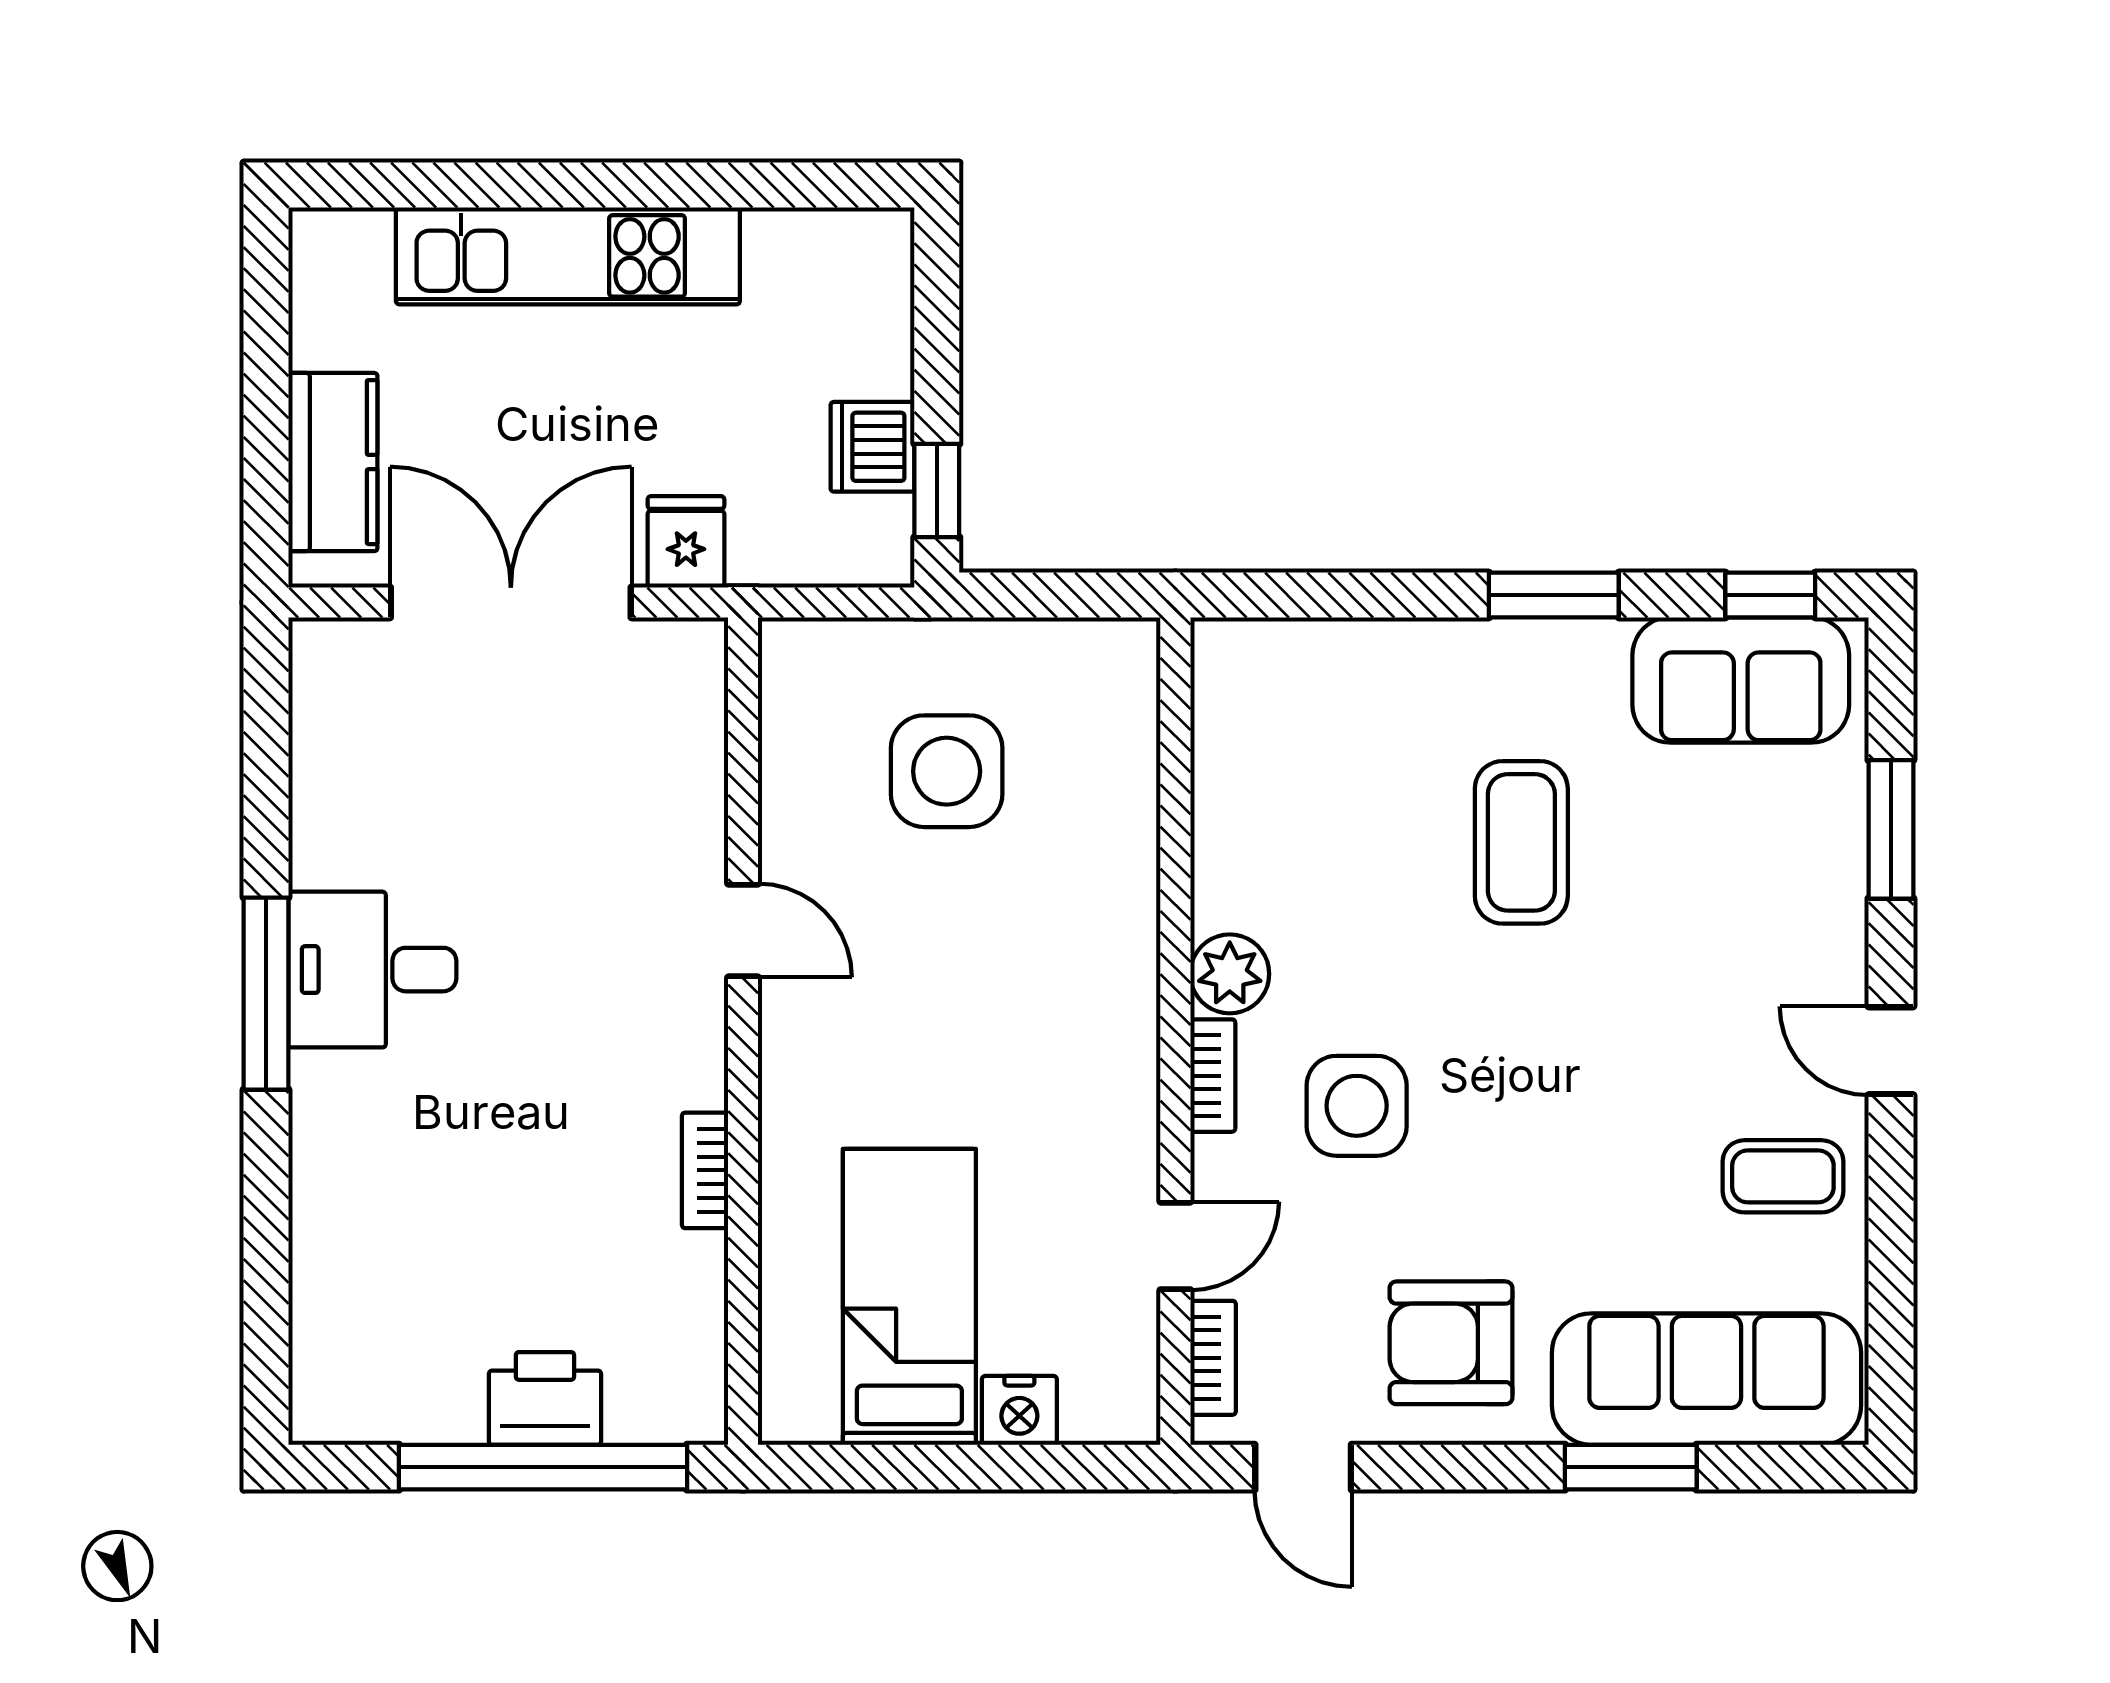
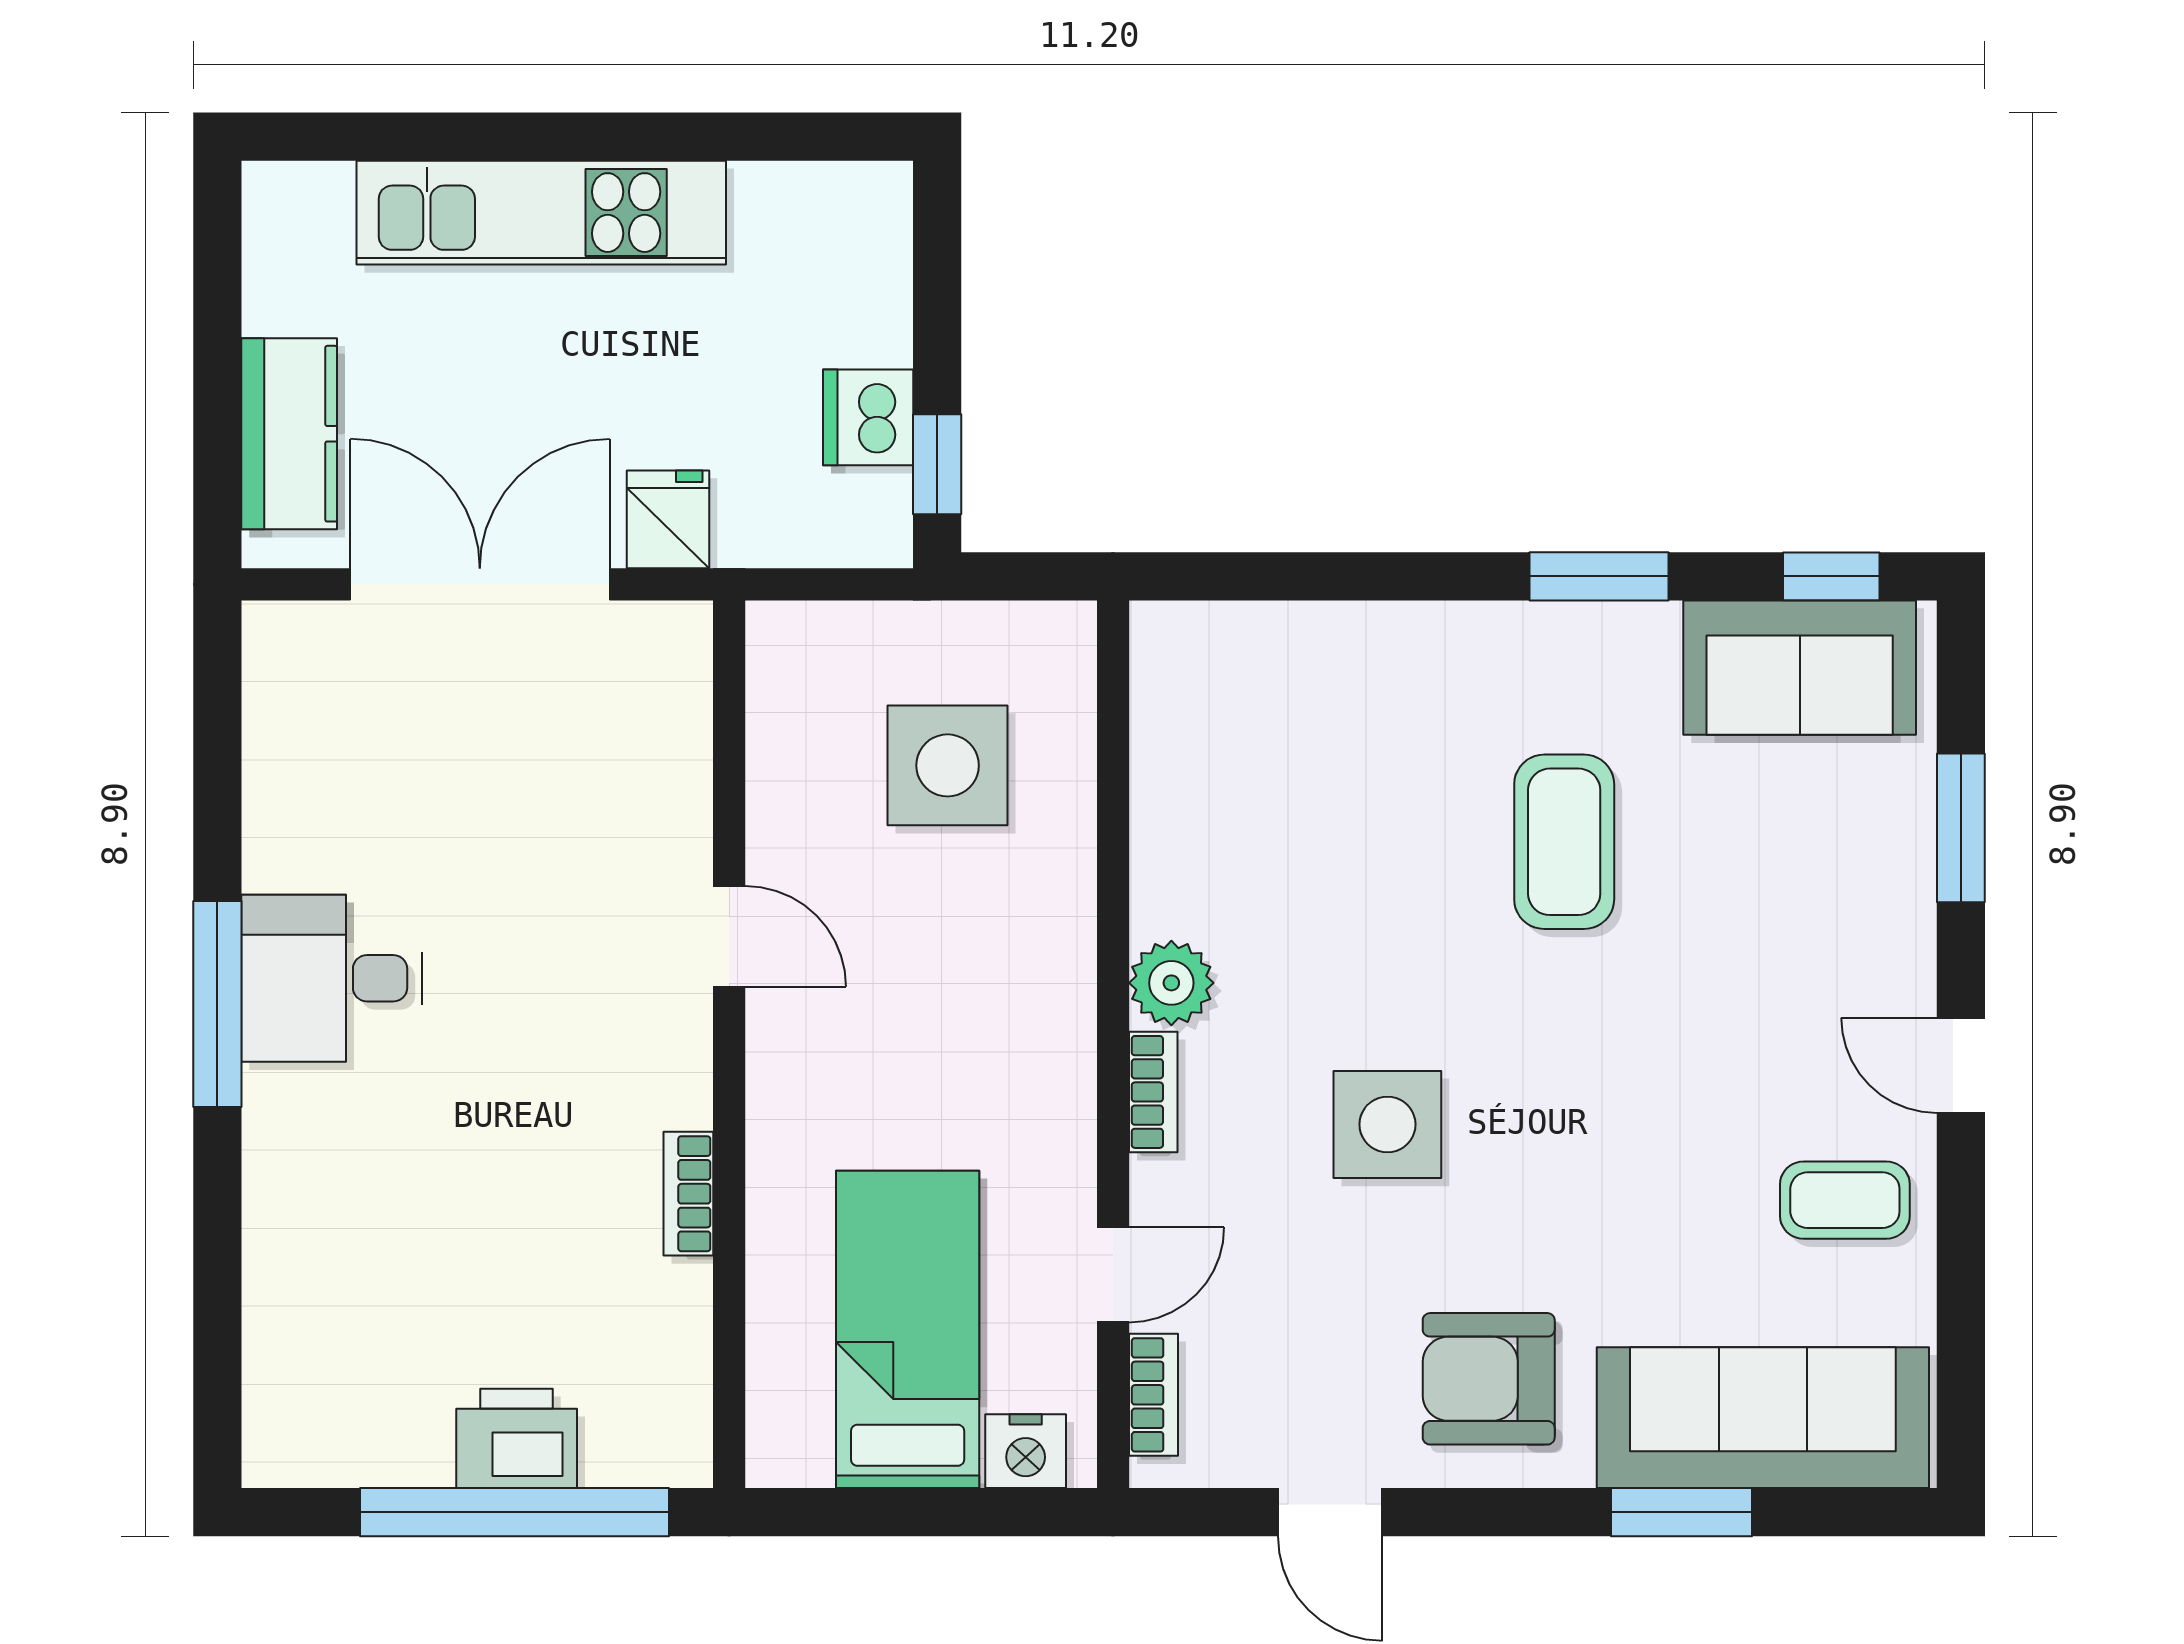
plant: (1230, 974) -> (1171, 983), moved
wall: (1175, 1031) -> (1113, 1044), moved
bookcase: (1213, 1076) -> (1153, 1092), moved
door: (1175, 1246) -> (1113, 1275), moved
bookcase: (1213, 1358) -> (1153, 1395), moved

